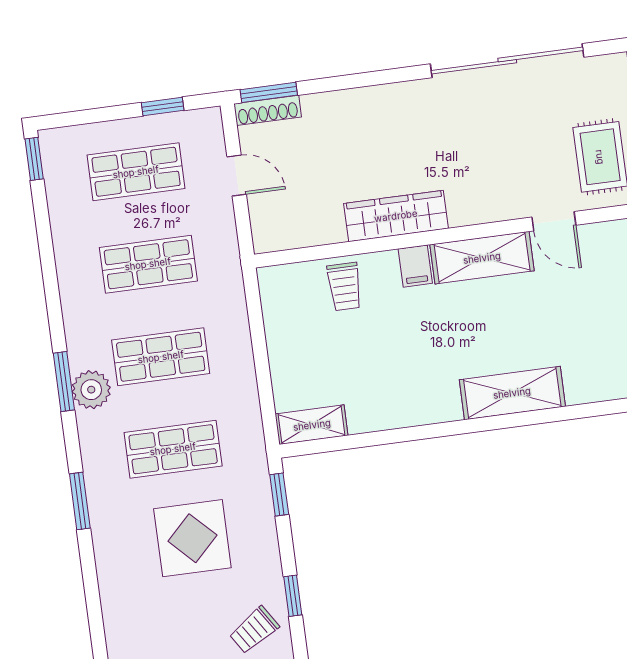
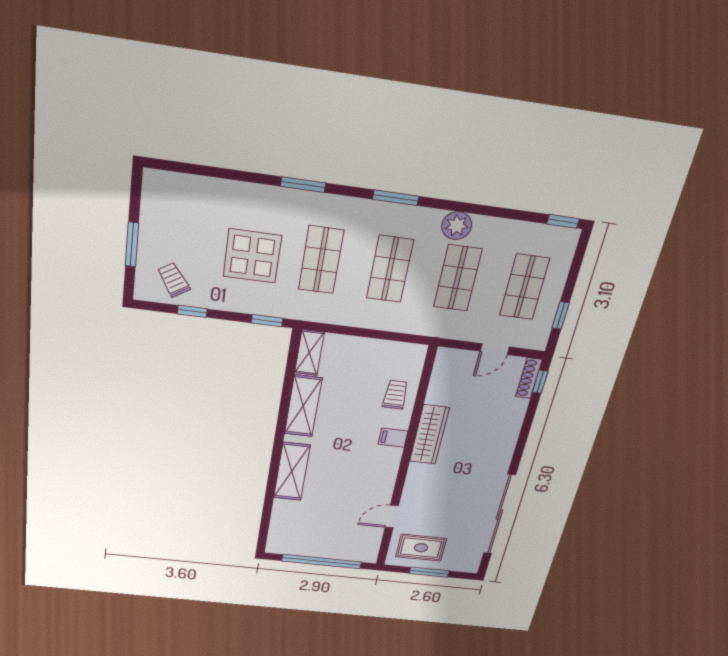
window: (269, 92) -> (540, 382), width x0.67
shelving: (482, 258) -> (303, 406), moved
trolley: (345, 287) -> (395, 395), turned 90
plant: (91, 390) -> (457, 226), moved

